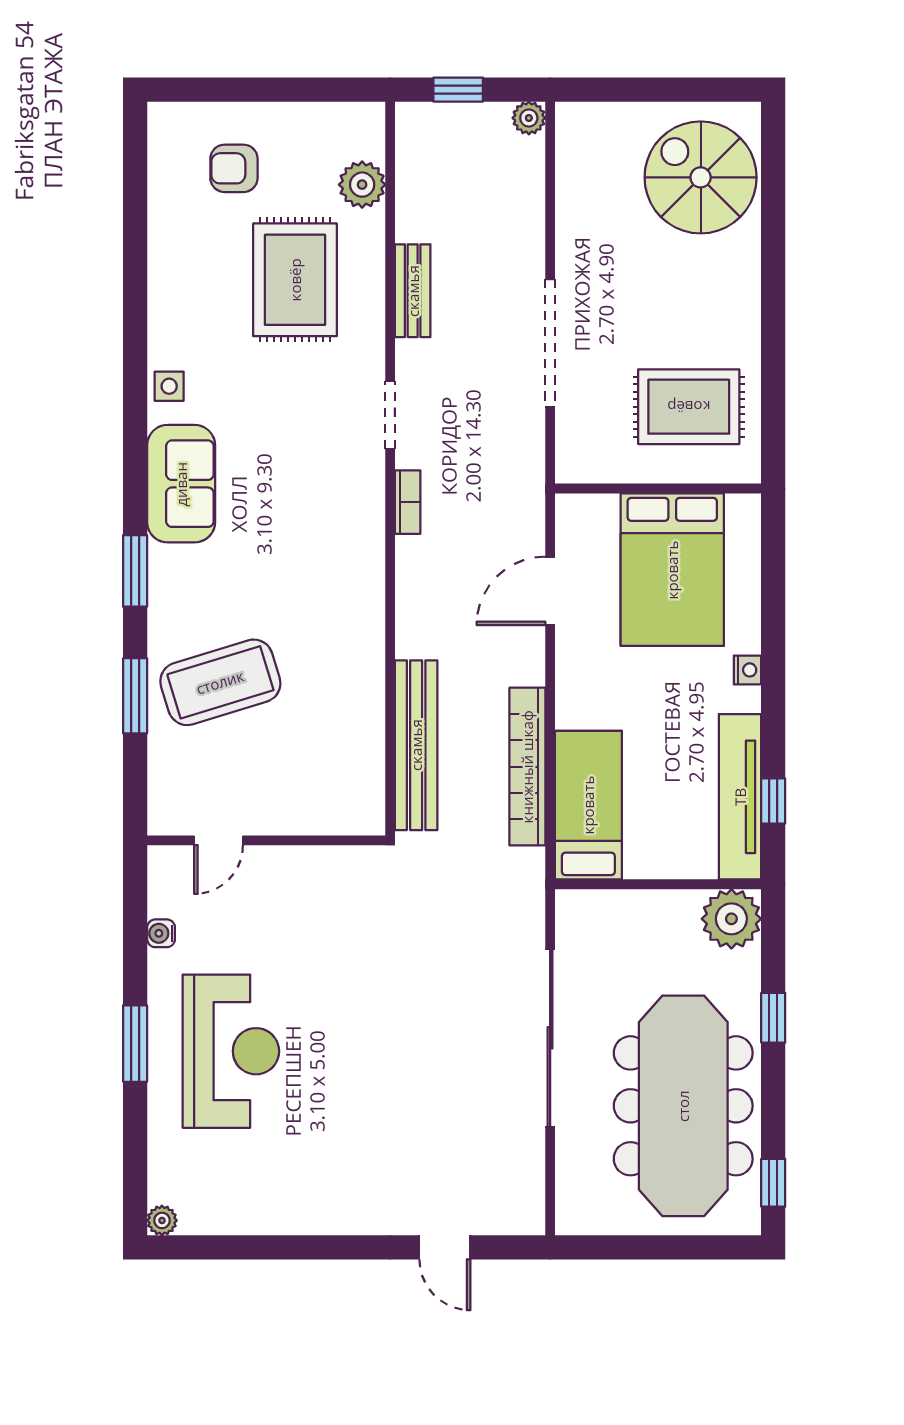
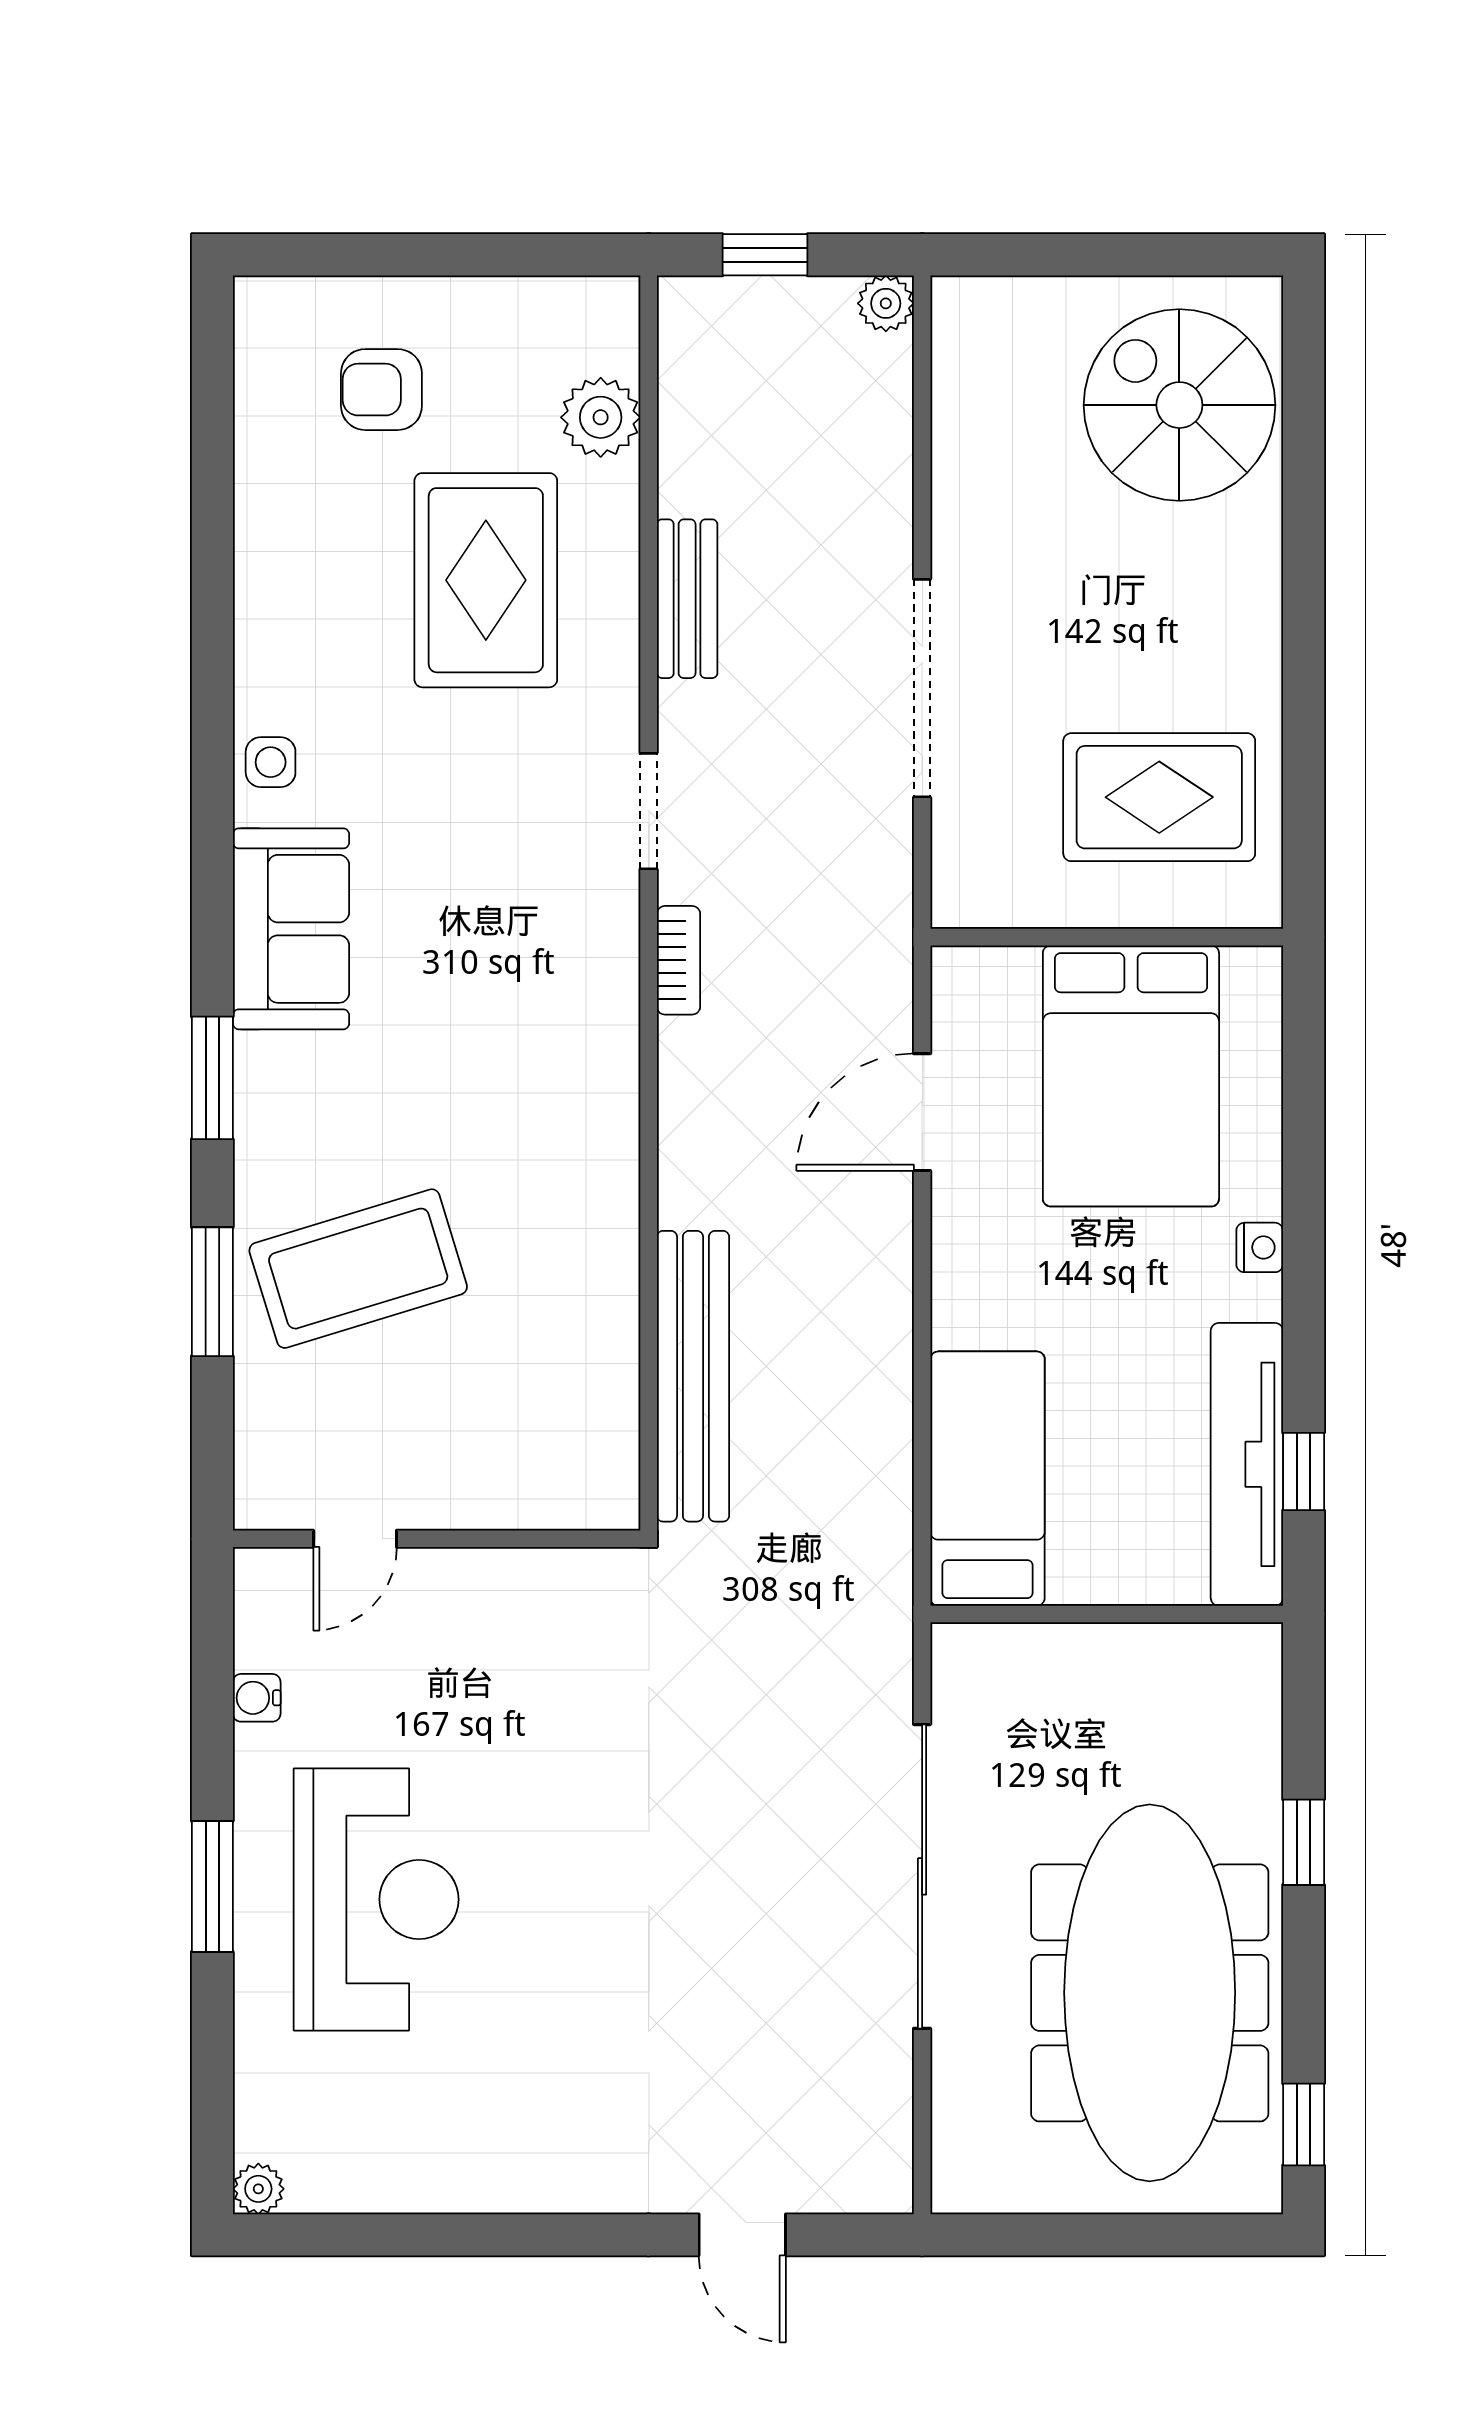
bookcase: (527, 767) -> (883, 1413), removed
plant: (731, 919) -> (1232, 1673), removed

